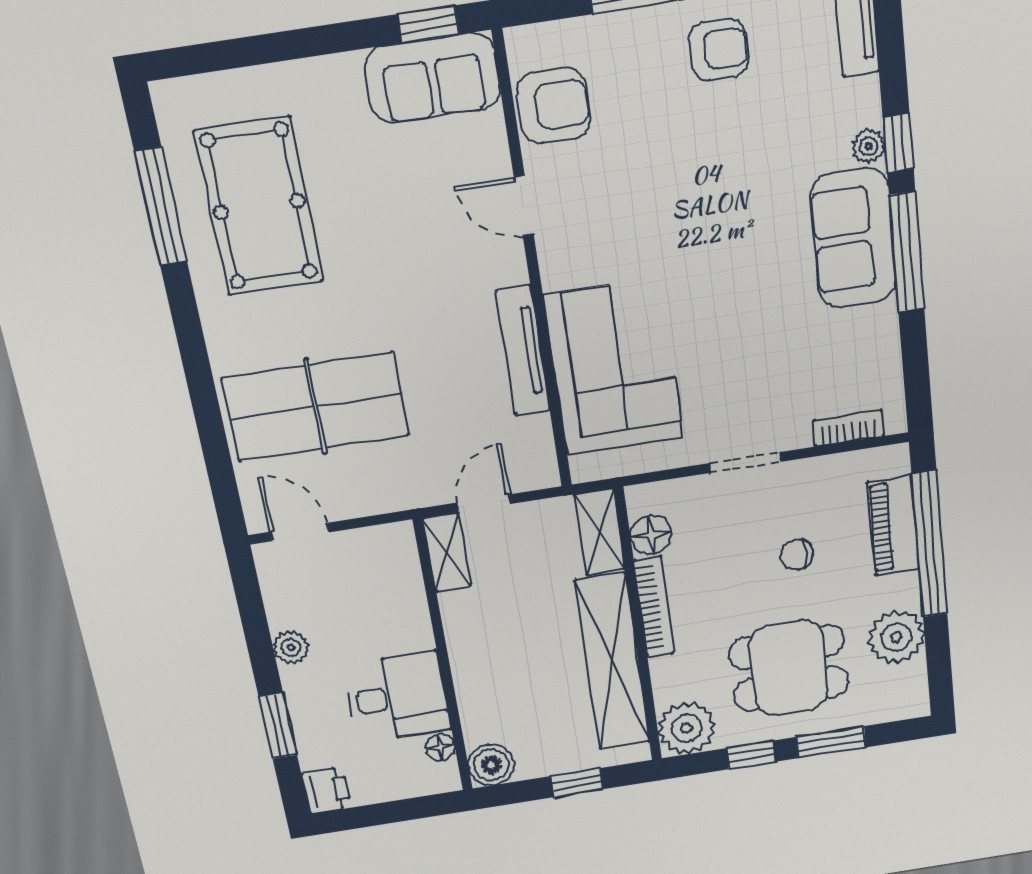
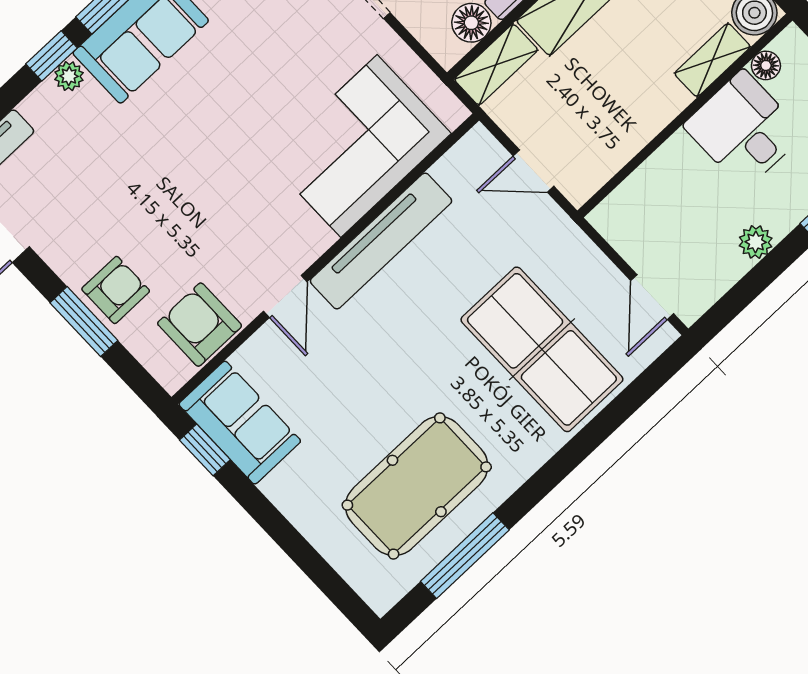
armchair: (719, 50) -> (116, 290), moved, turned 90
tv unit: (523, 351) -> (381, 241), width x1.36, depth x1.29
shelving: (447, 552) -> (712, 60), moved

